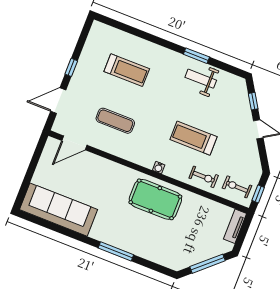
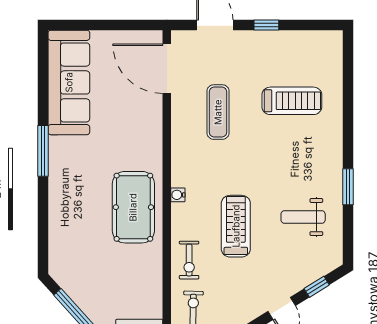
treadmill: (127, 70) -> (292, 101), turned -90
weight bench: (201, 79) -> (303, 217), moved, turned -90
door: (74, 143) -> (167, 69), width x1.36
window: (116, 251) -> (43, 151), moved

